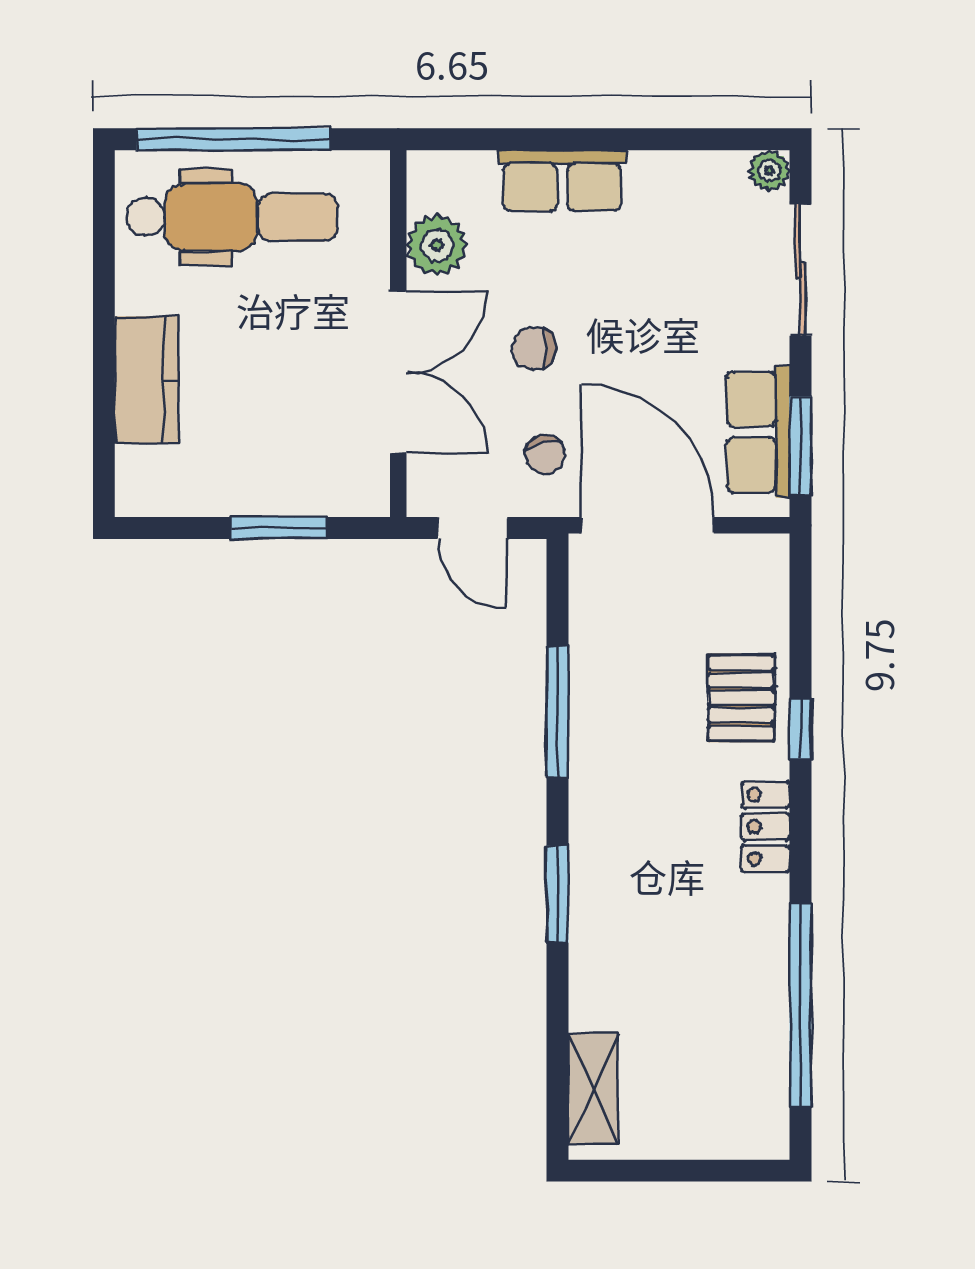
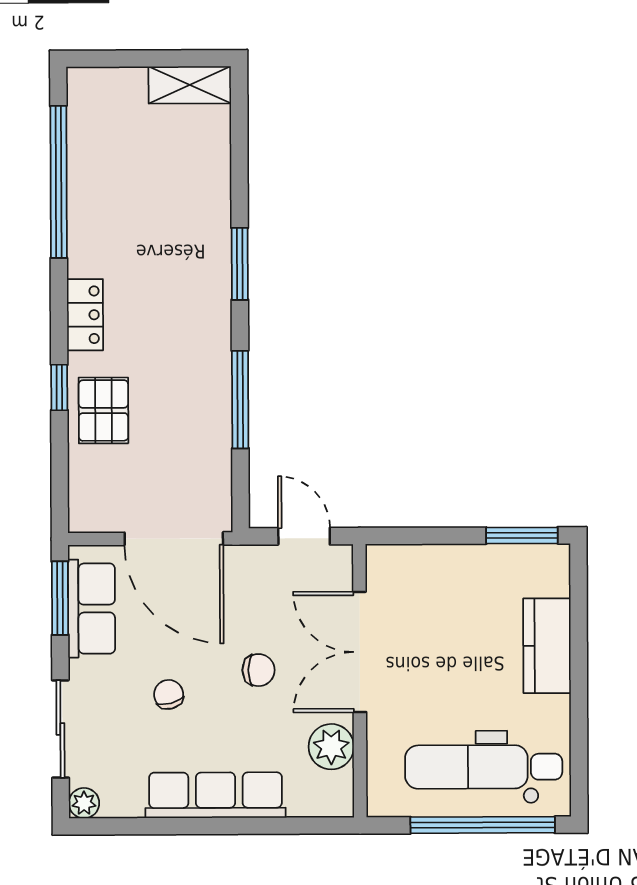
row of seats: (562, 181) -> (215, 795), width x1.48
chair: (545, 454) -> (169, 694), moved
window: (278, 528) -> (522, 535), moved
shelving: (593, 1089) -> (190, 85), moved, turned 90

